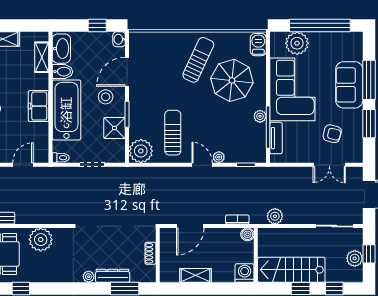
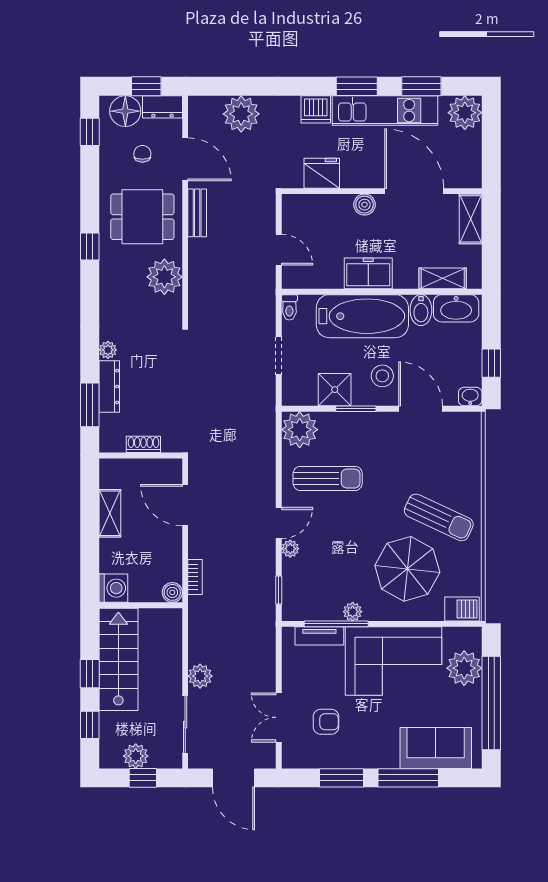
sofa: (349, 85) -> (436, 748), moved
armchair: (332, 134) -> (326, 722), turned -104
plant: (275, 216) -> (200, 676), moved

